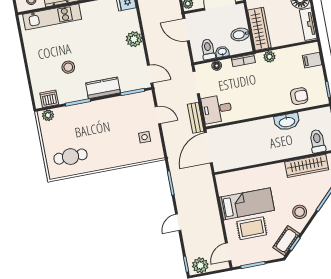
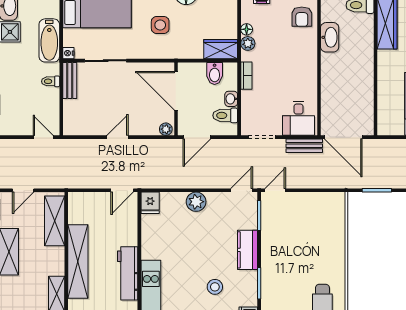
wardrobe: (259, 29) -> (221, 49), width x0.67
floor lamp: (217, 66) -> (247, 29), moved
armchair: (299, 96) -> (302, 17), turned 180
door: (158, 115) -> (275, 190), moved
side table: (145, 137) -> (316, 211), removed

